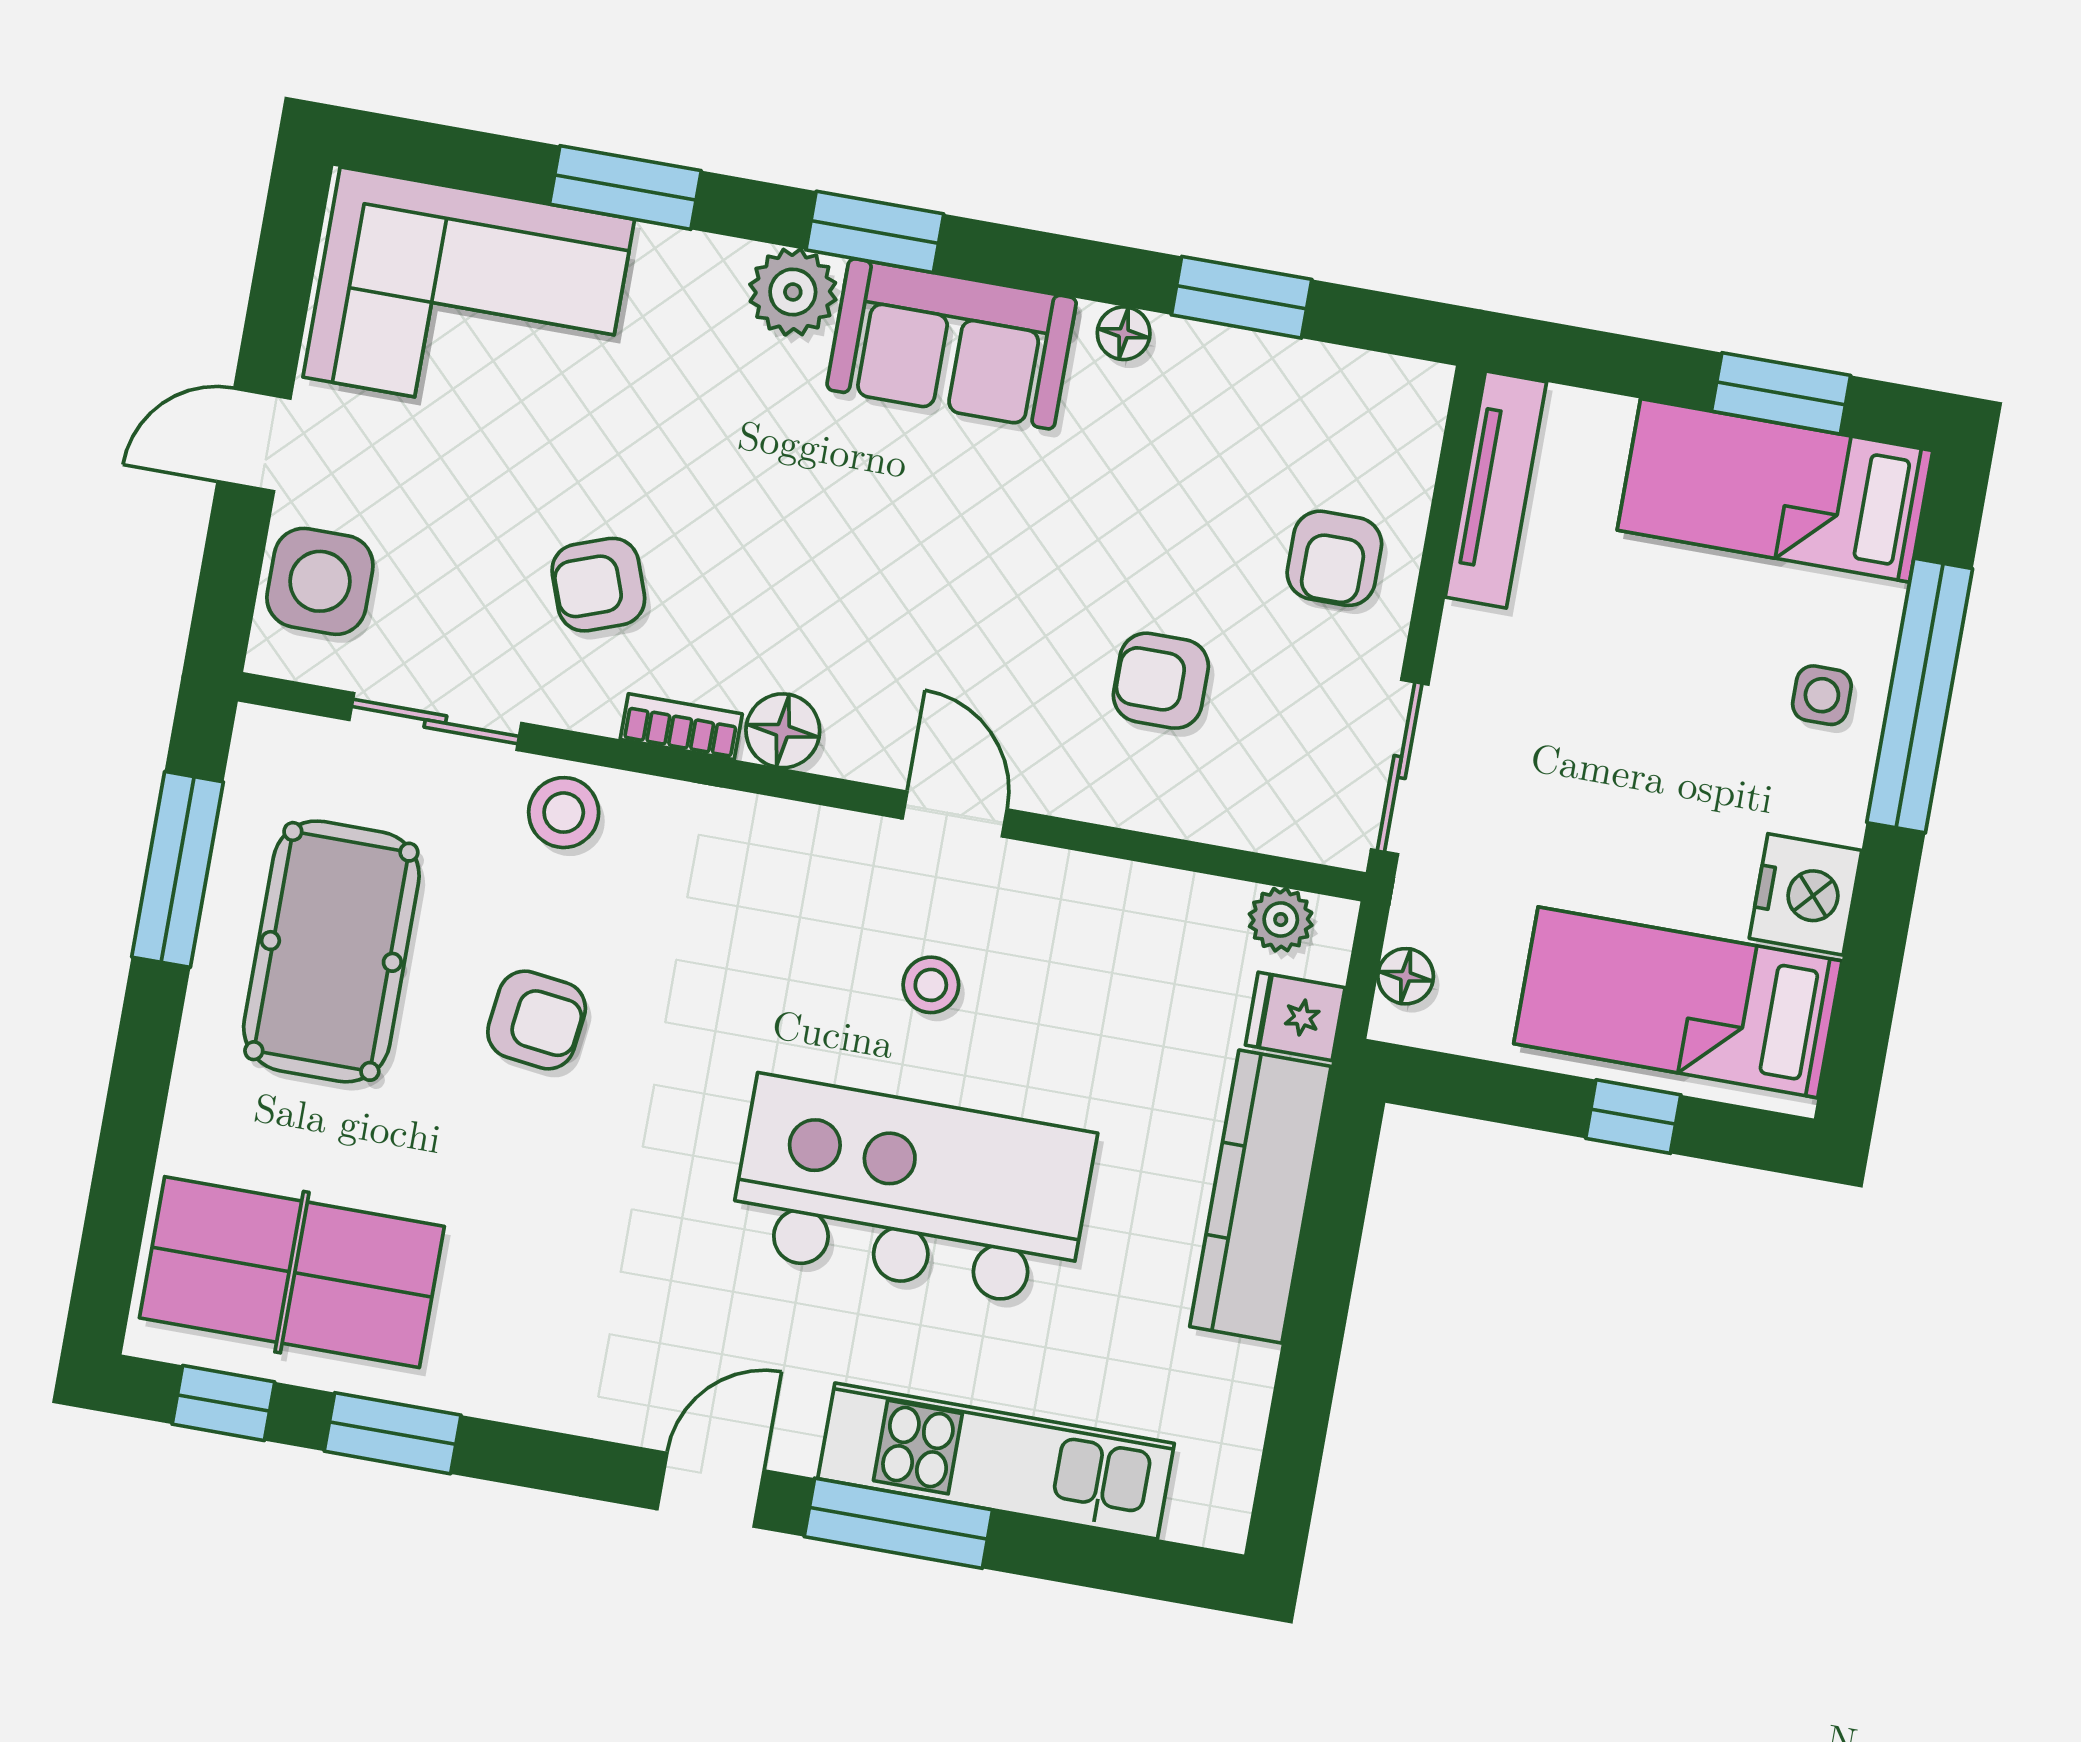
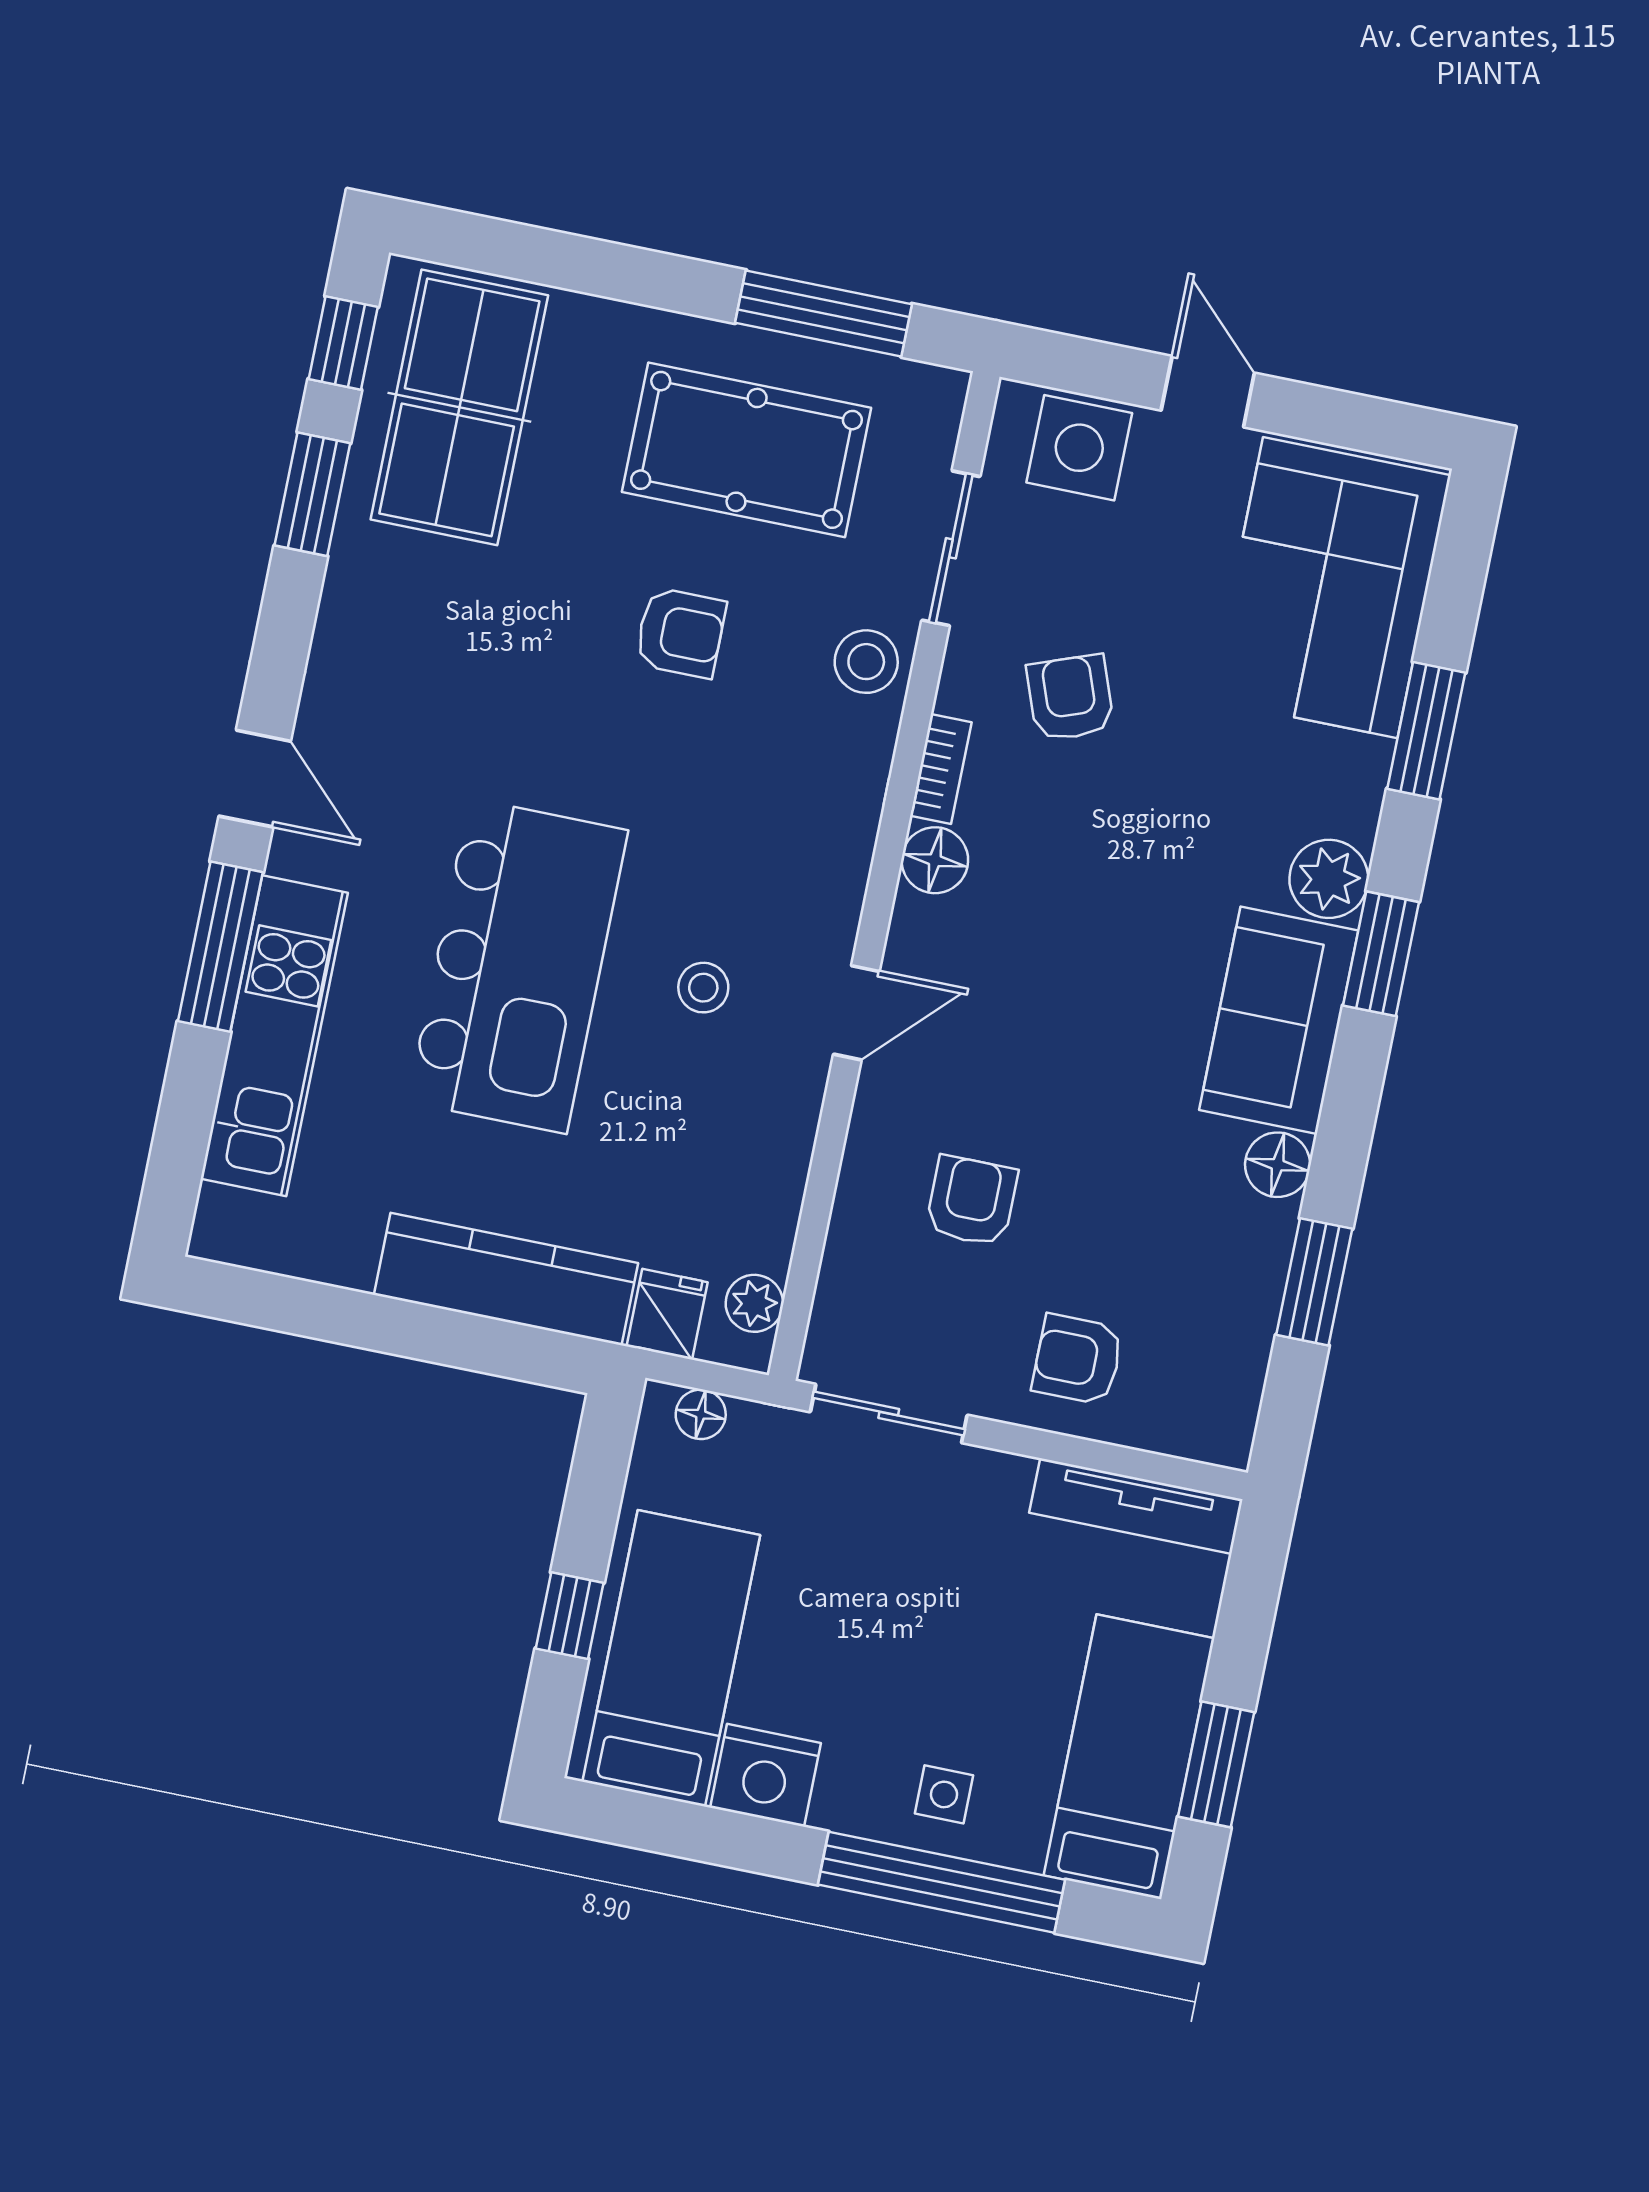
floor lamp: (1124, 333) -> (1278, 1165), width x1.37, depth x1.37
armchair: (537, 1020) -> (680, 633), turned -97

